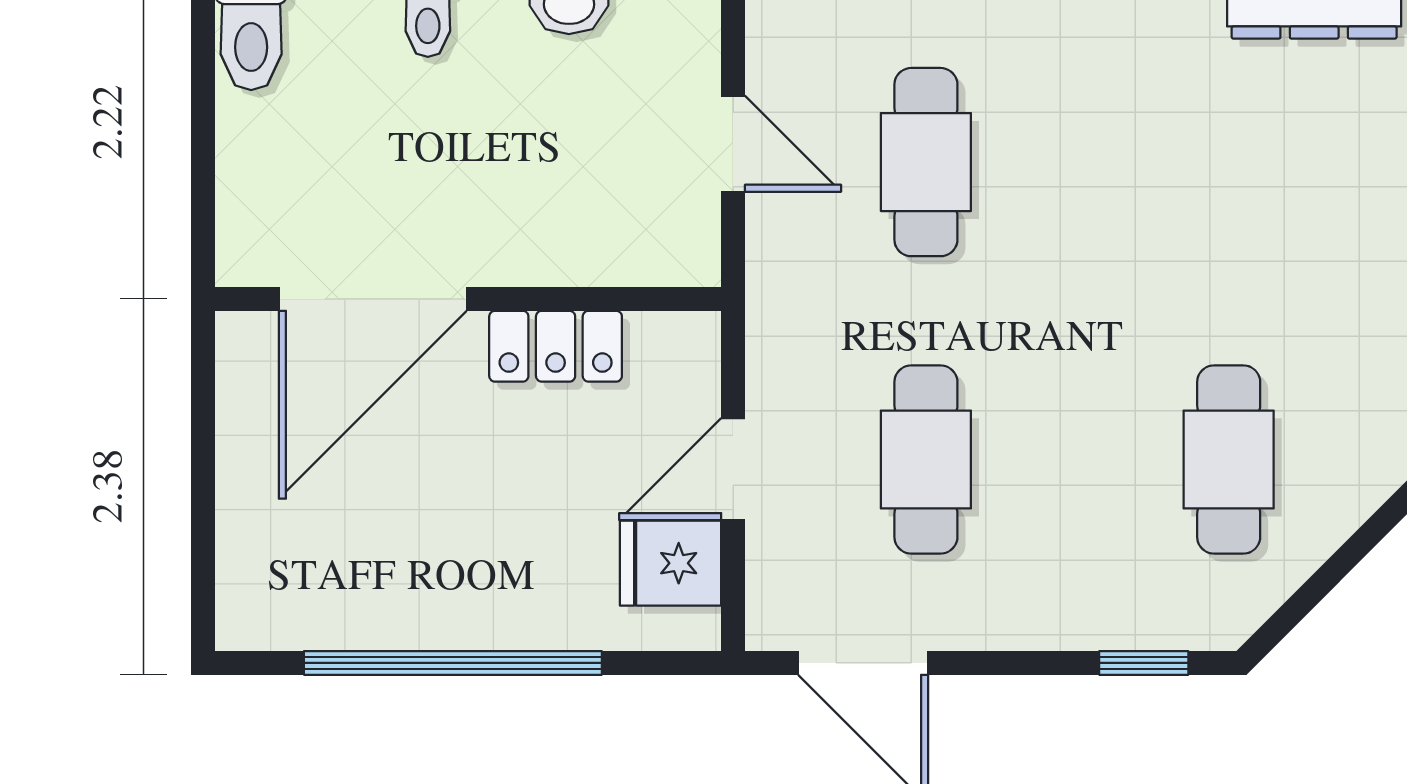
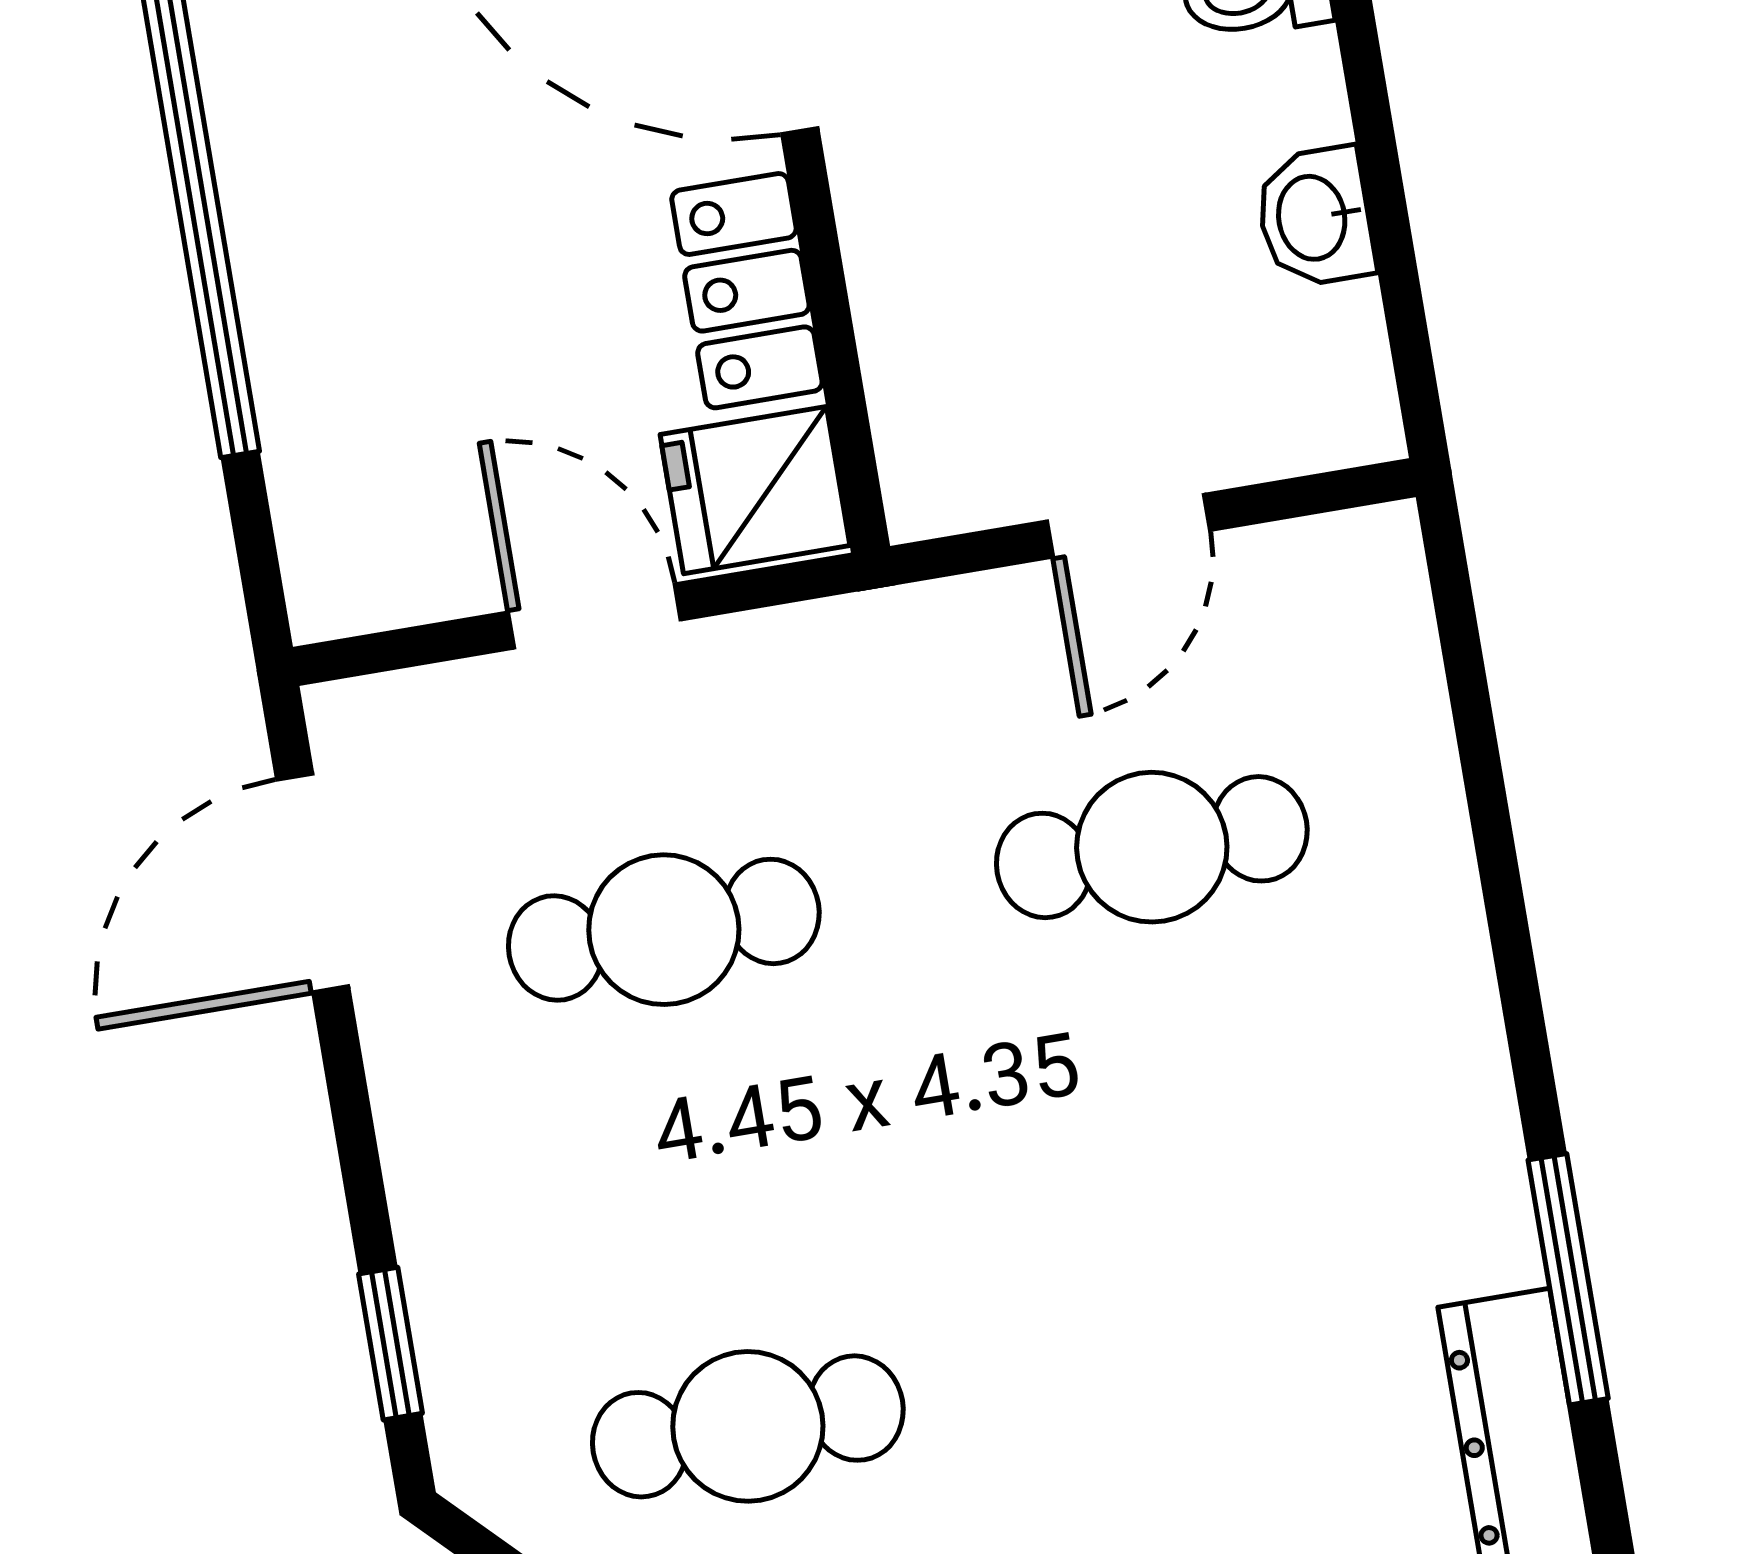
fridge: (671, 563) -> (755, 490), moved, turned -90

